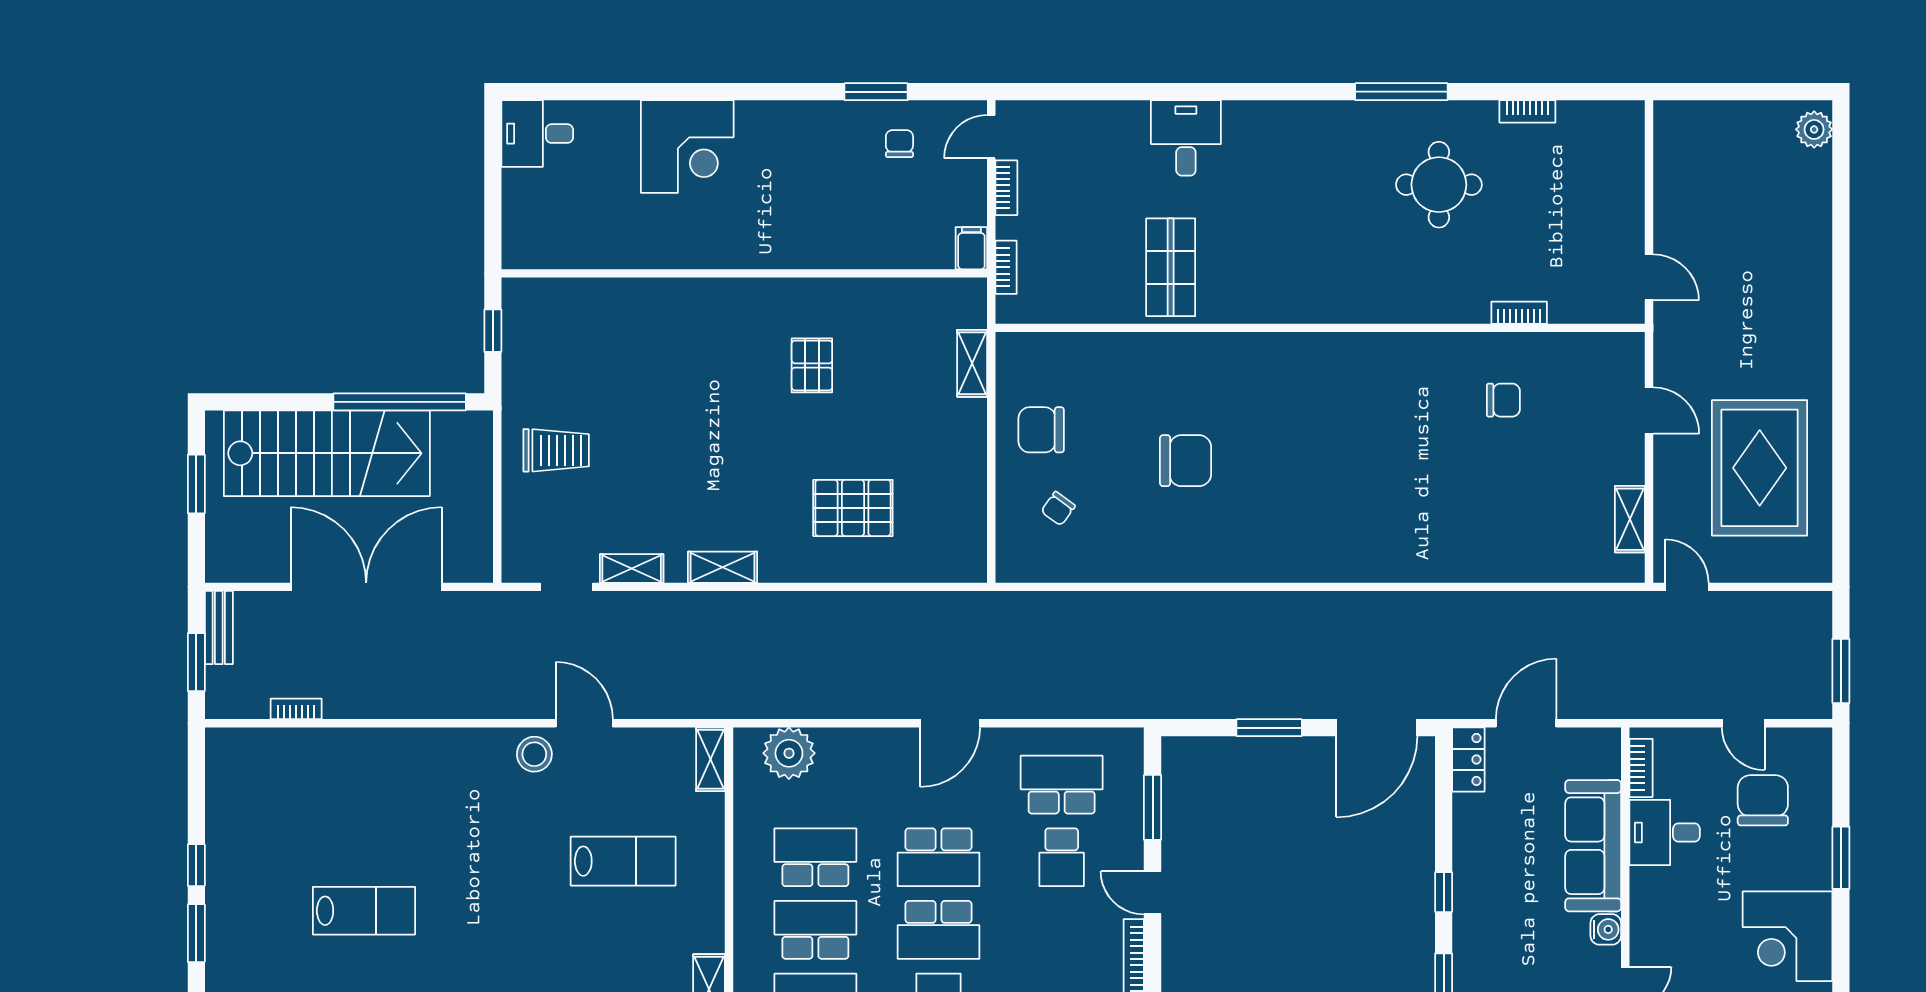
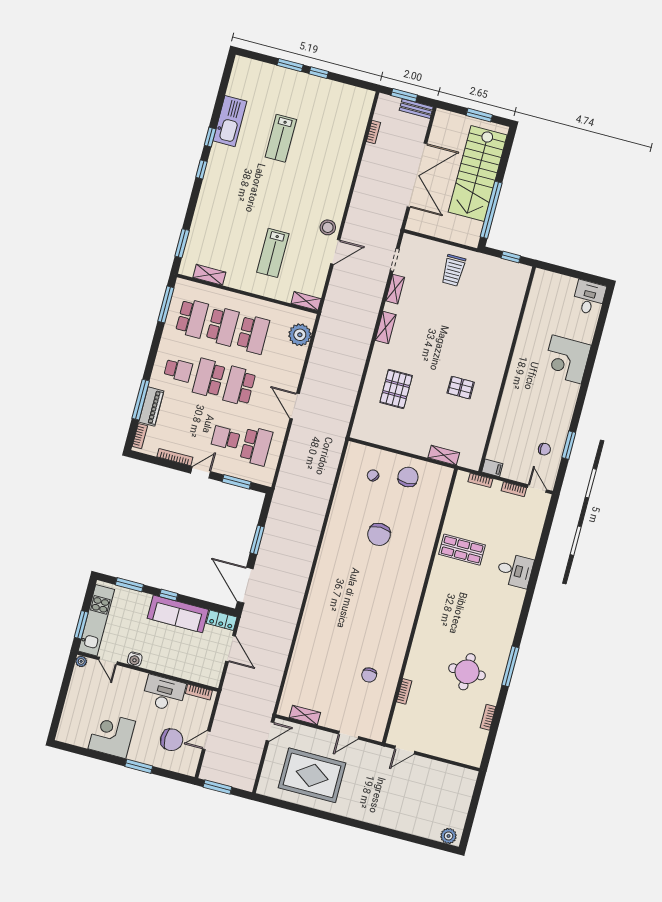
desk: (1665, 832) -> (164, 693), width x1.37
sofa: (1593, 846) -> (178, 614), moved, turned 180

